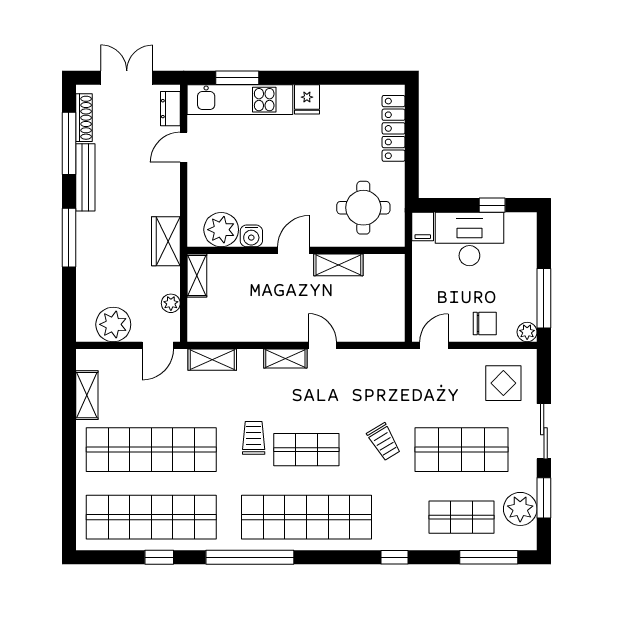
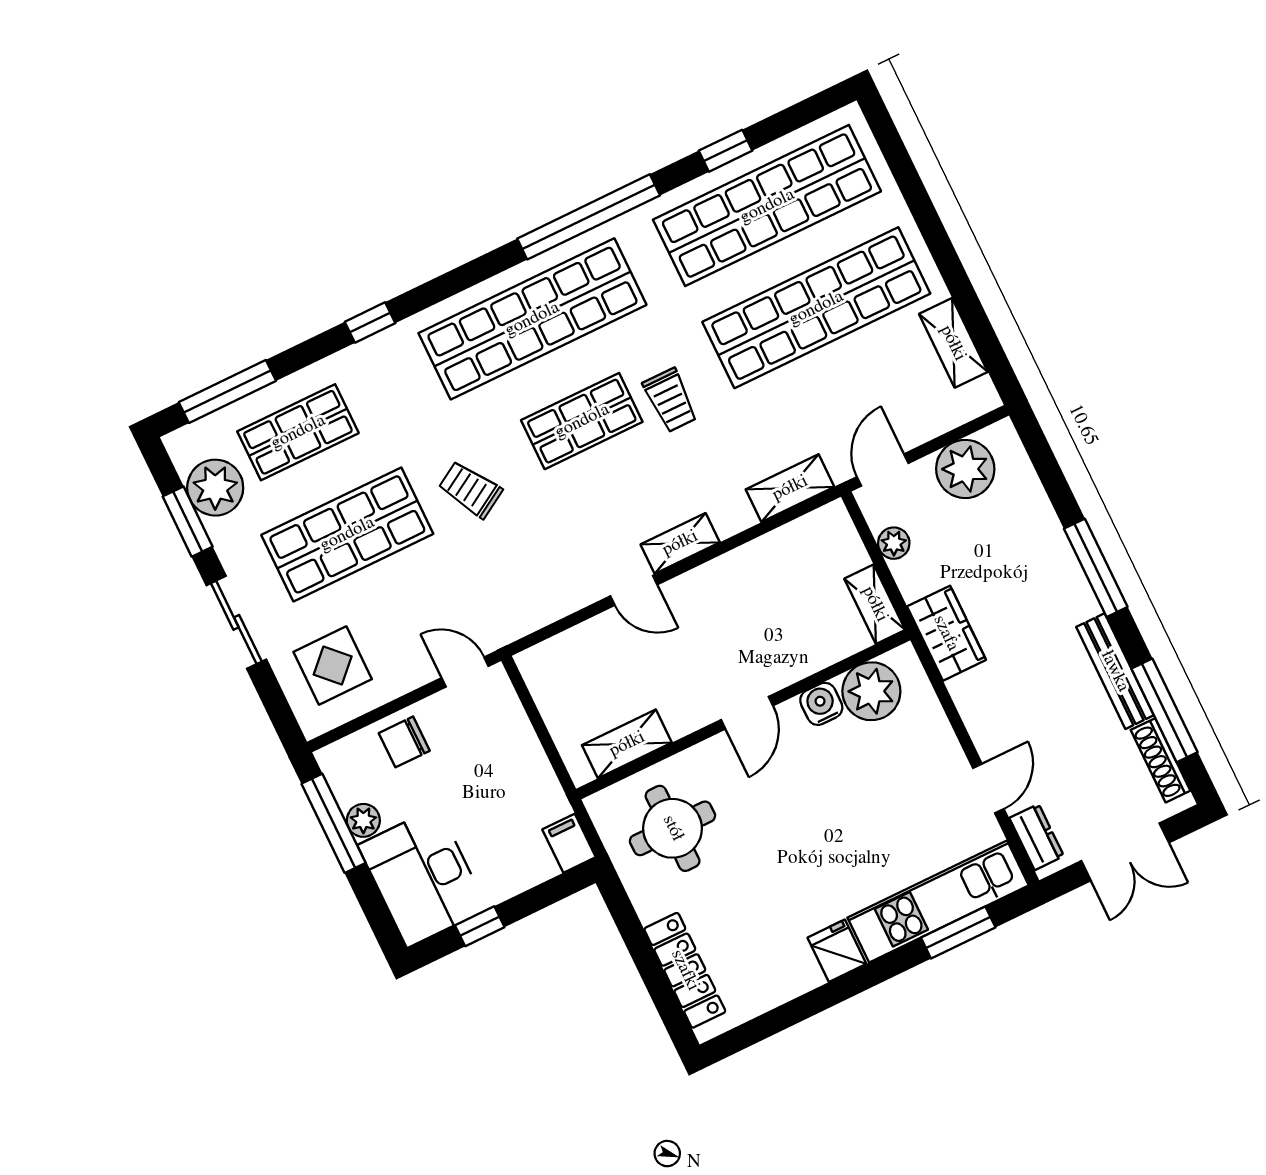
desk: (469, 239) -> (423, 877), moved, turned 90
shelving: (338, 265) -> (627, 744), moved
plant: (527, 332) -> (363, 820), moved
door: (434, 345) -> (465, 672), swing flipped

